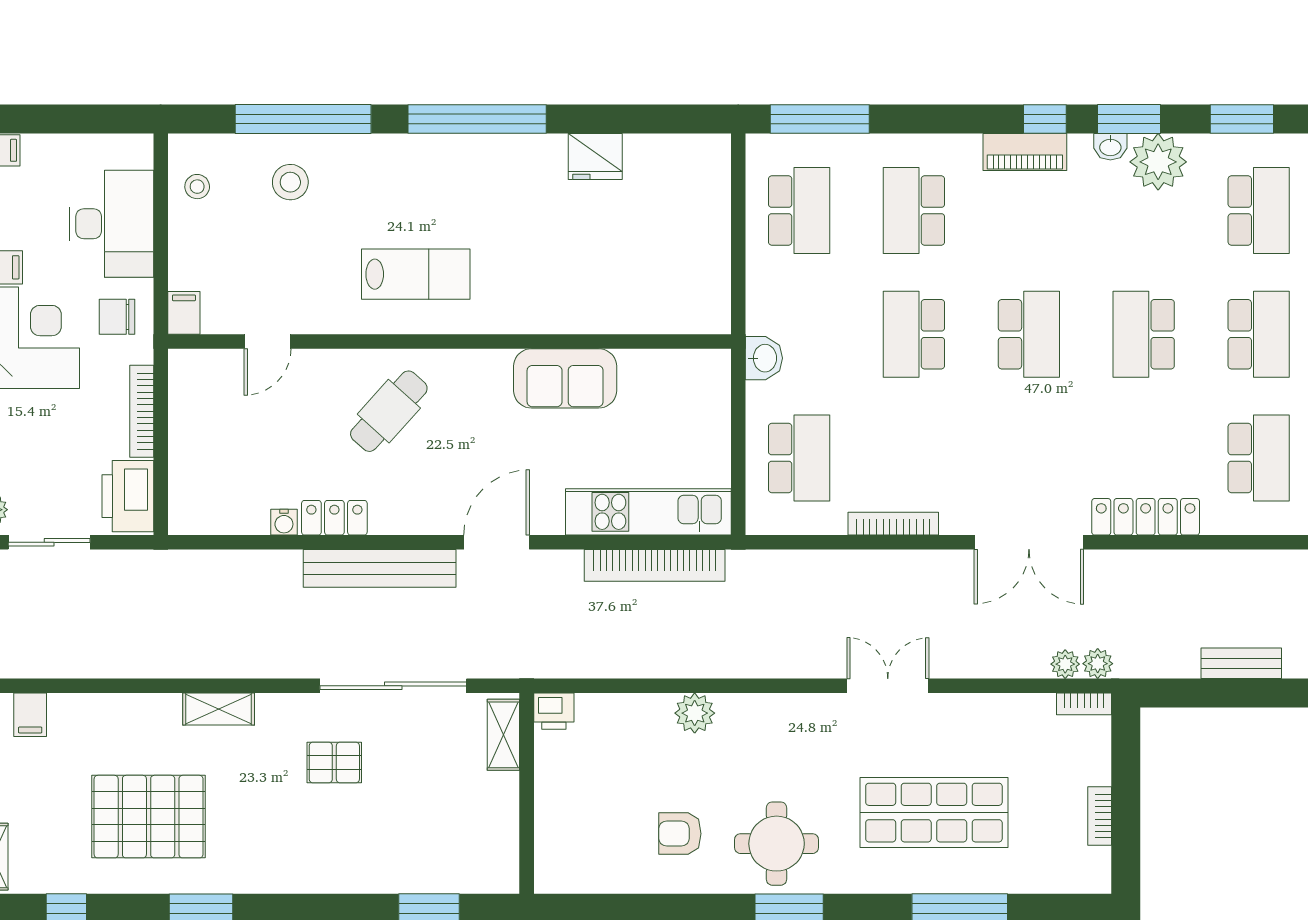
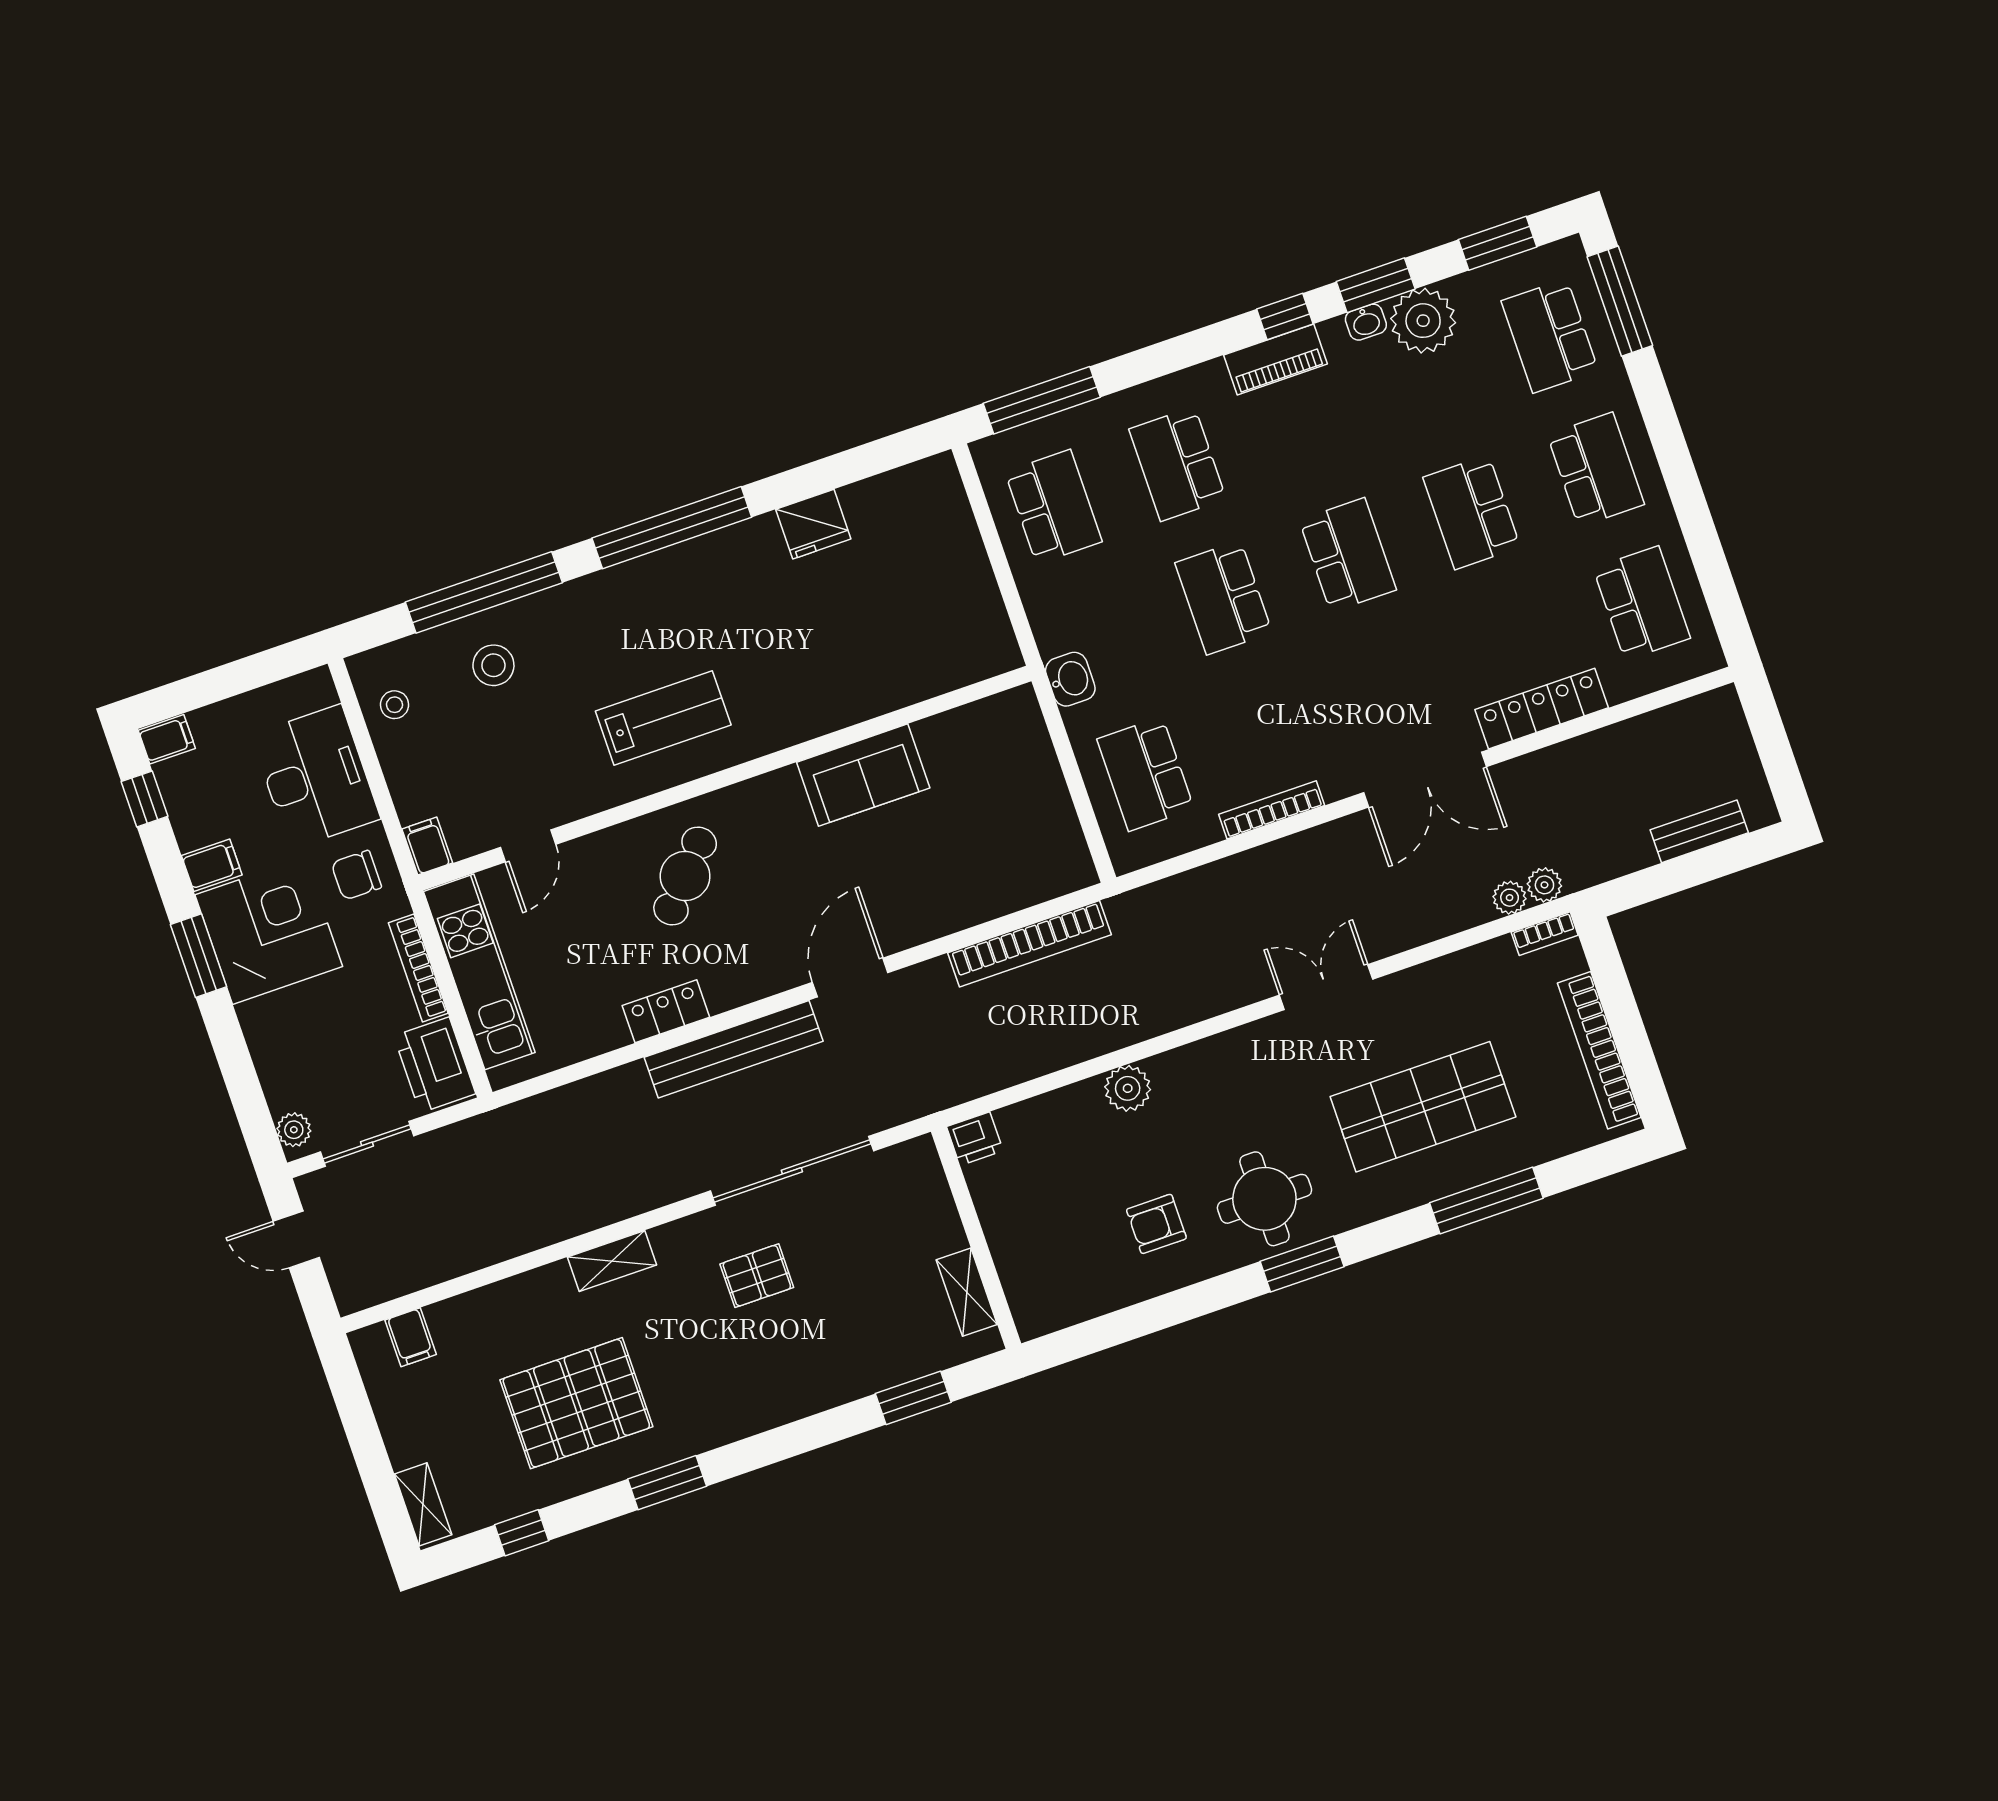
school desk: (1259, 211) -> (1550, 336), turned 180
school desk: (799, 458) -> (1145, 774), turned 180
kitchen unit: (648, 512) -> (479, 972), moved, turned 90
water cooler: (284, 522) -> (613, 1035), removed
shelving: (503, 735) -> (967, 1292), moved
bookcase: (1100, 816) -> (1599, 1050), width x2.31, depth x1.31

